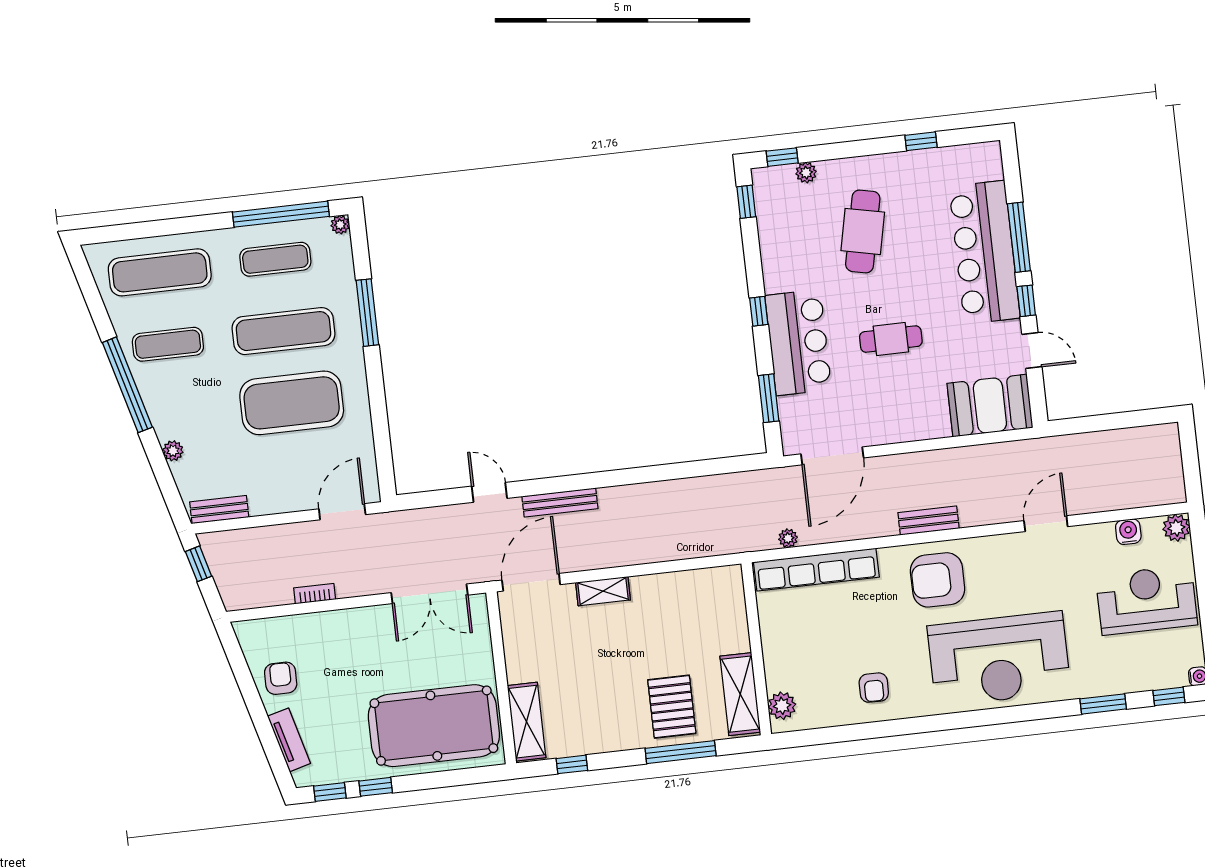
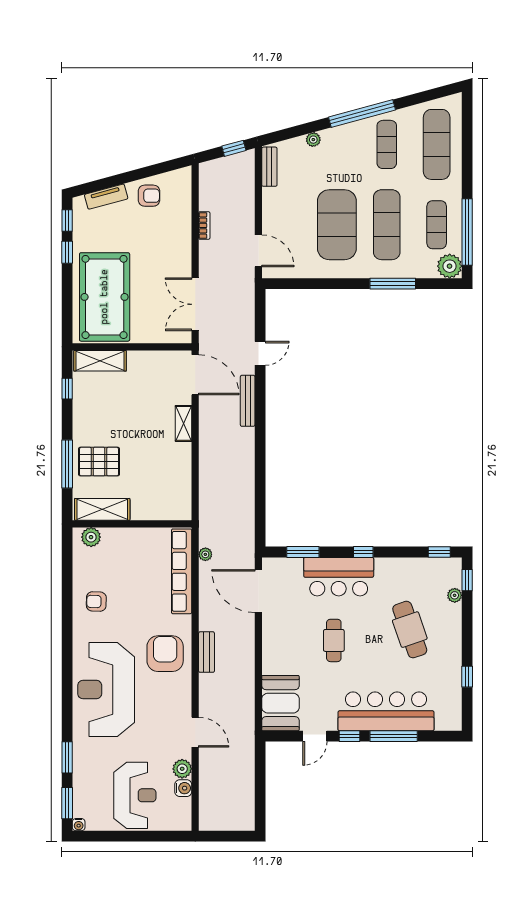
plant: (340, 225) -> (450, 266), width x1.88, depth x1.88
cafe table: (863, 231) -> (410, 630), turned 59
plant: (1176, 528) -> (182, 769), moved
window: (1169, 696) -> (67, 803), width x1.50

